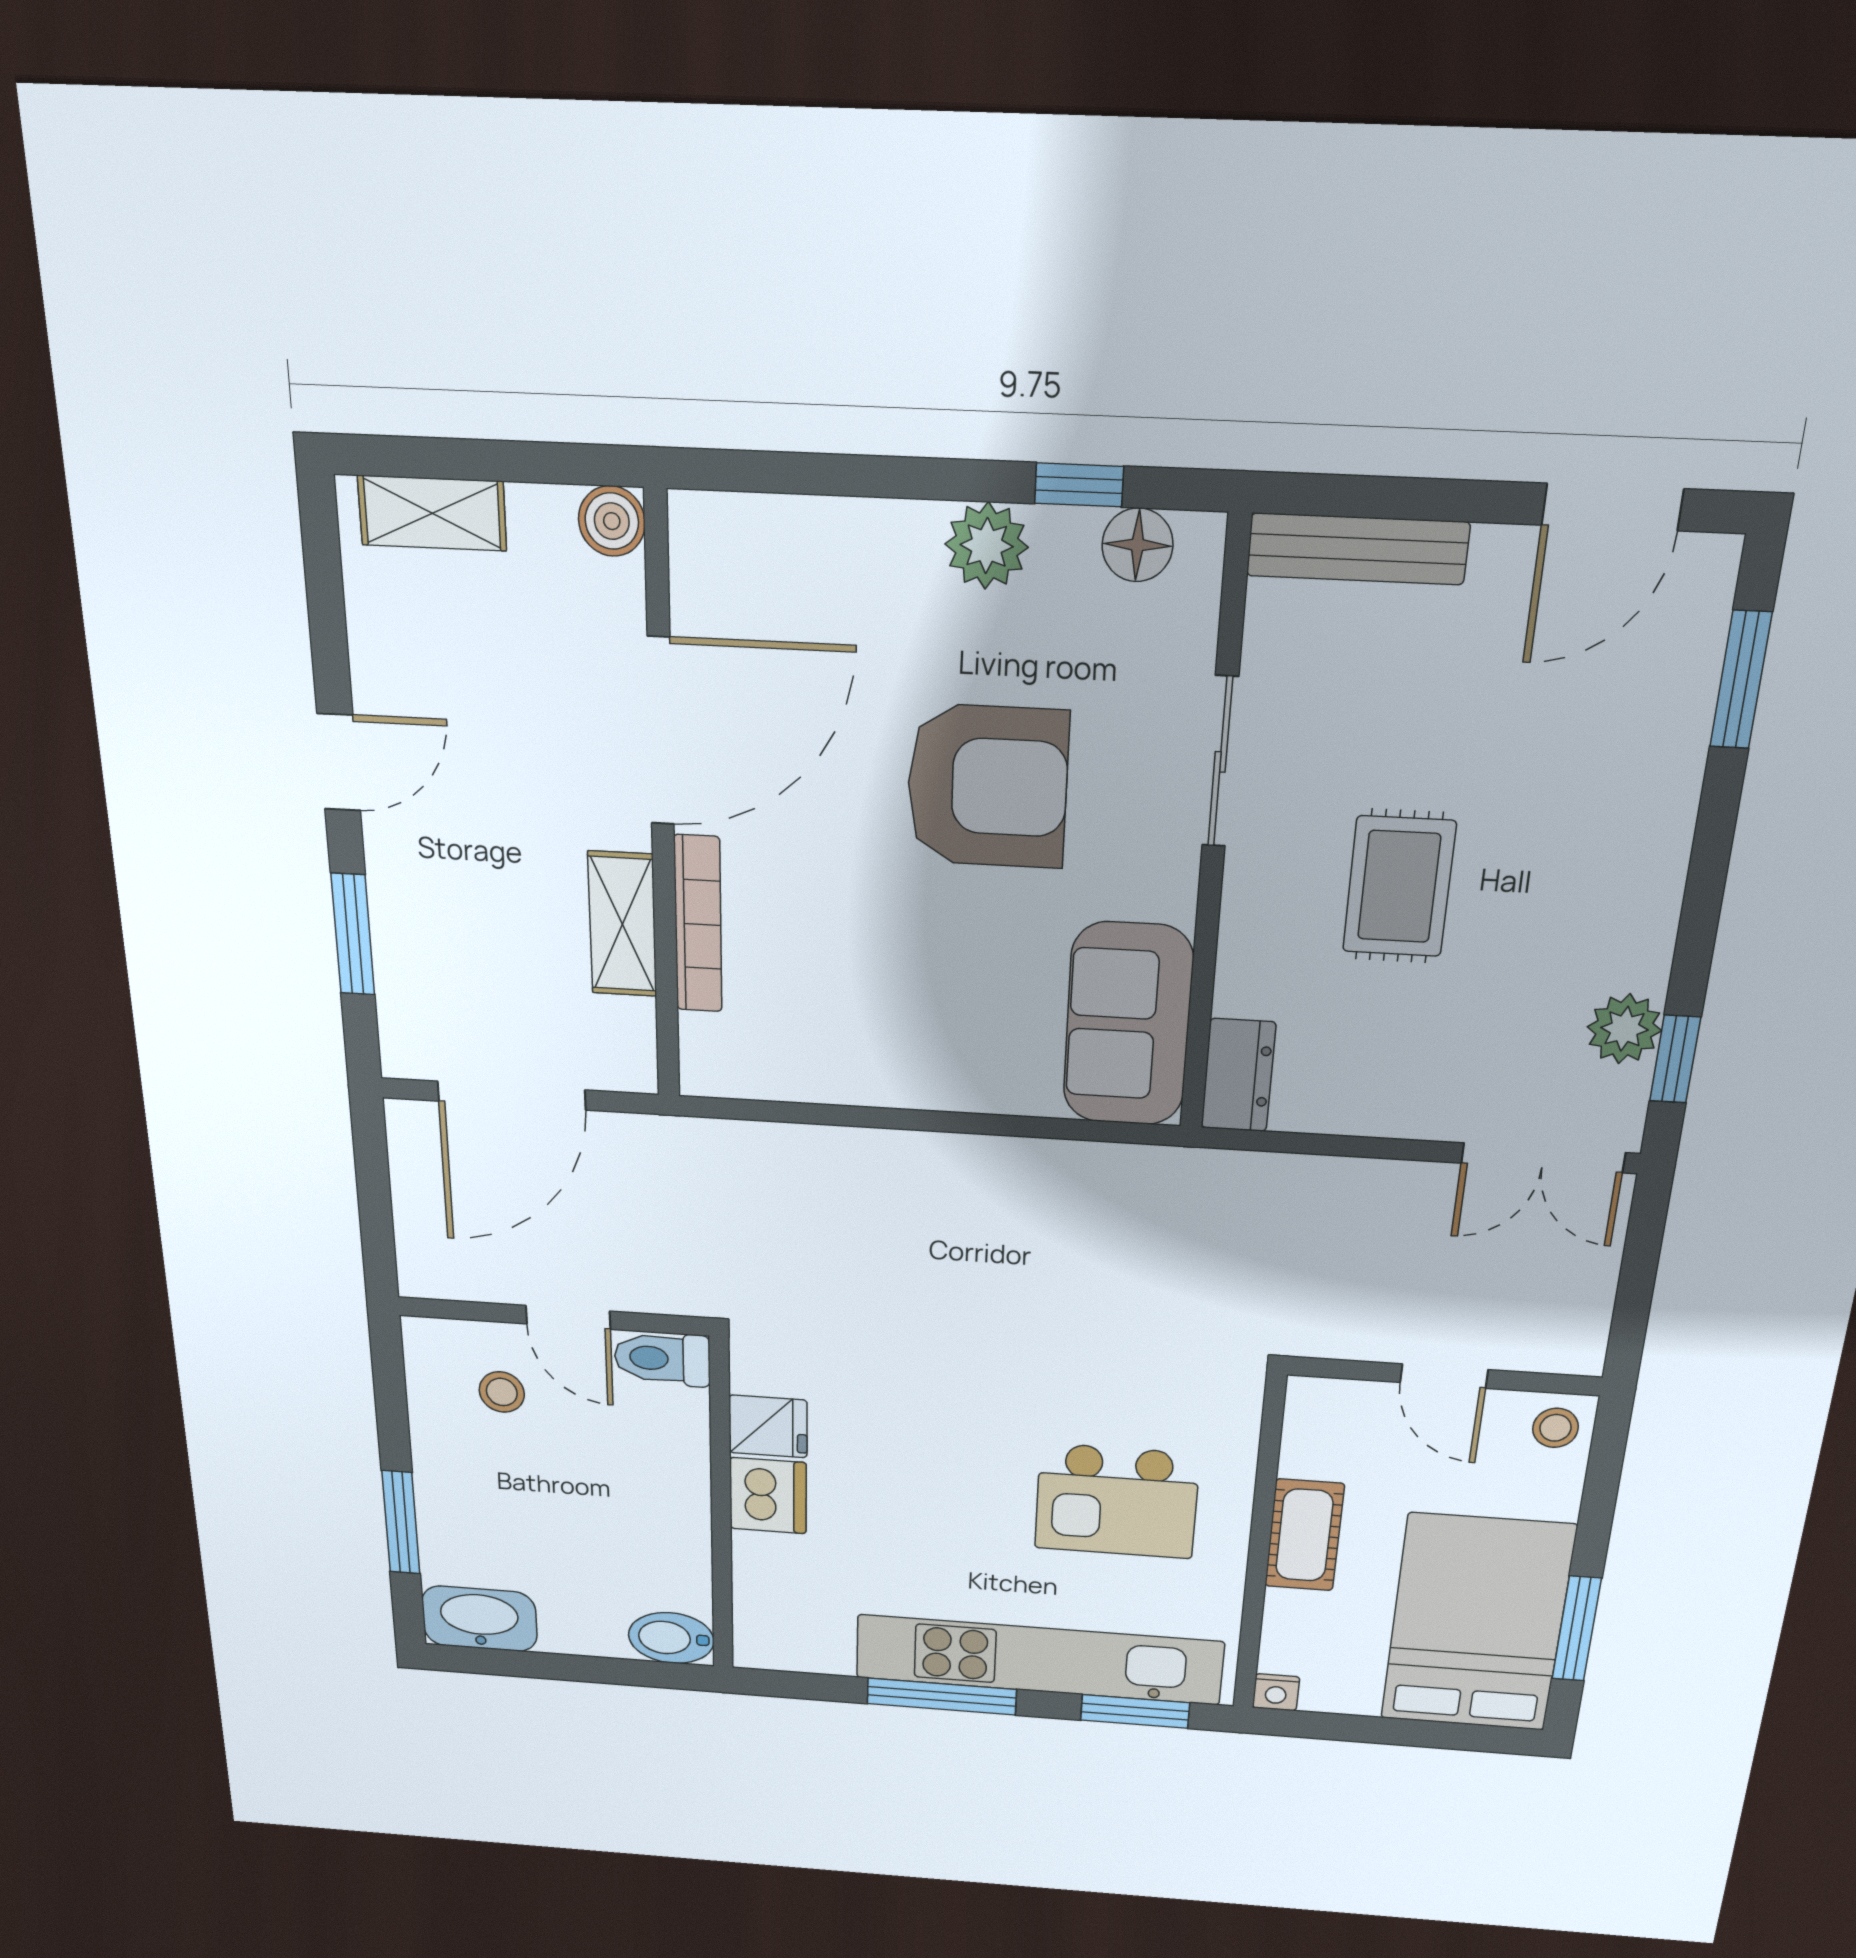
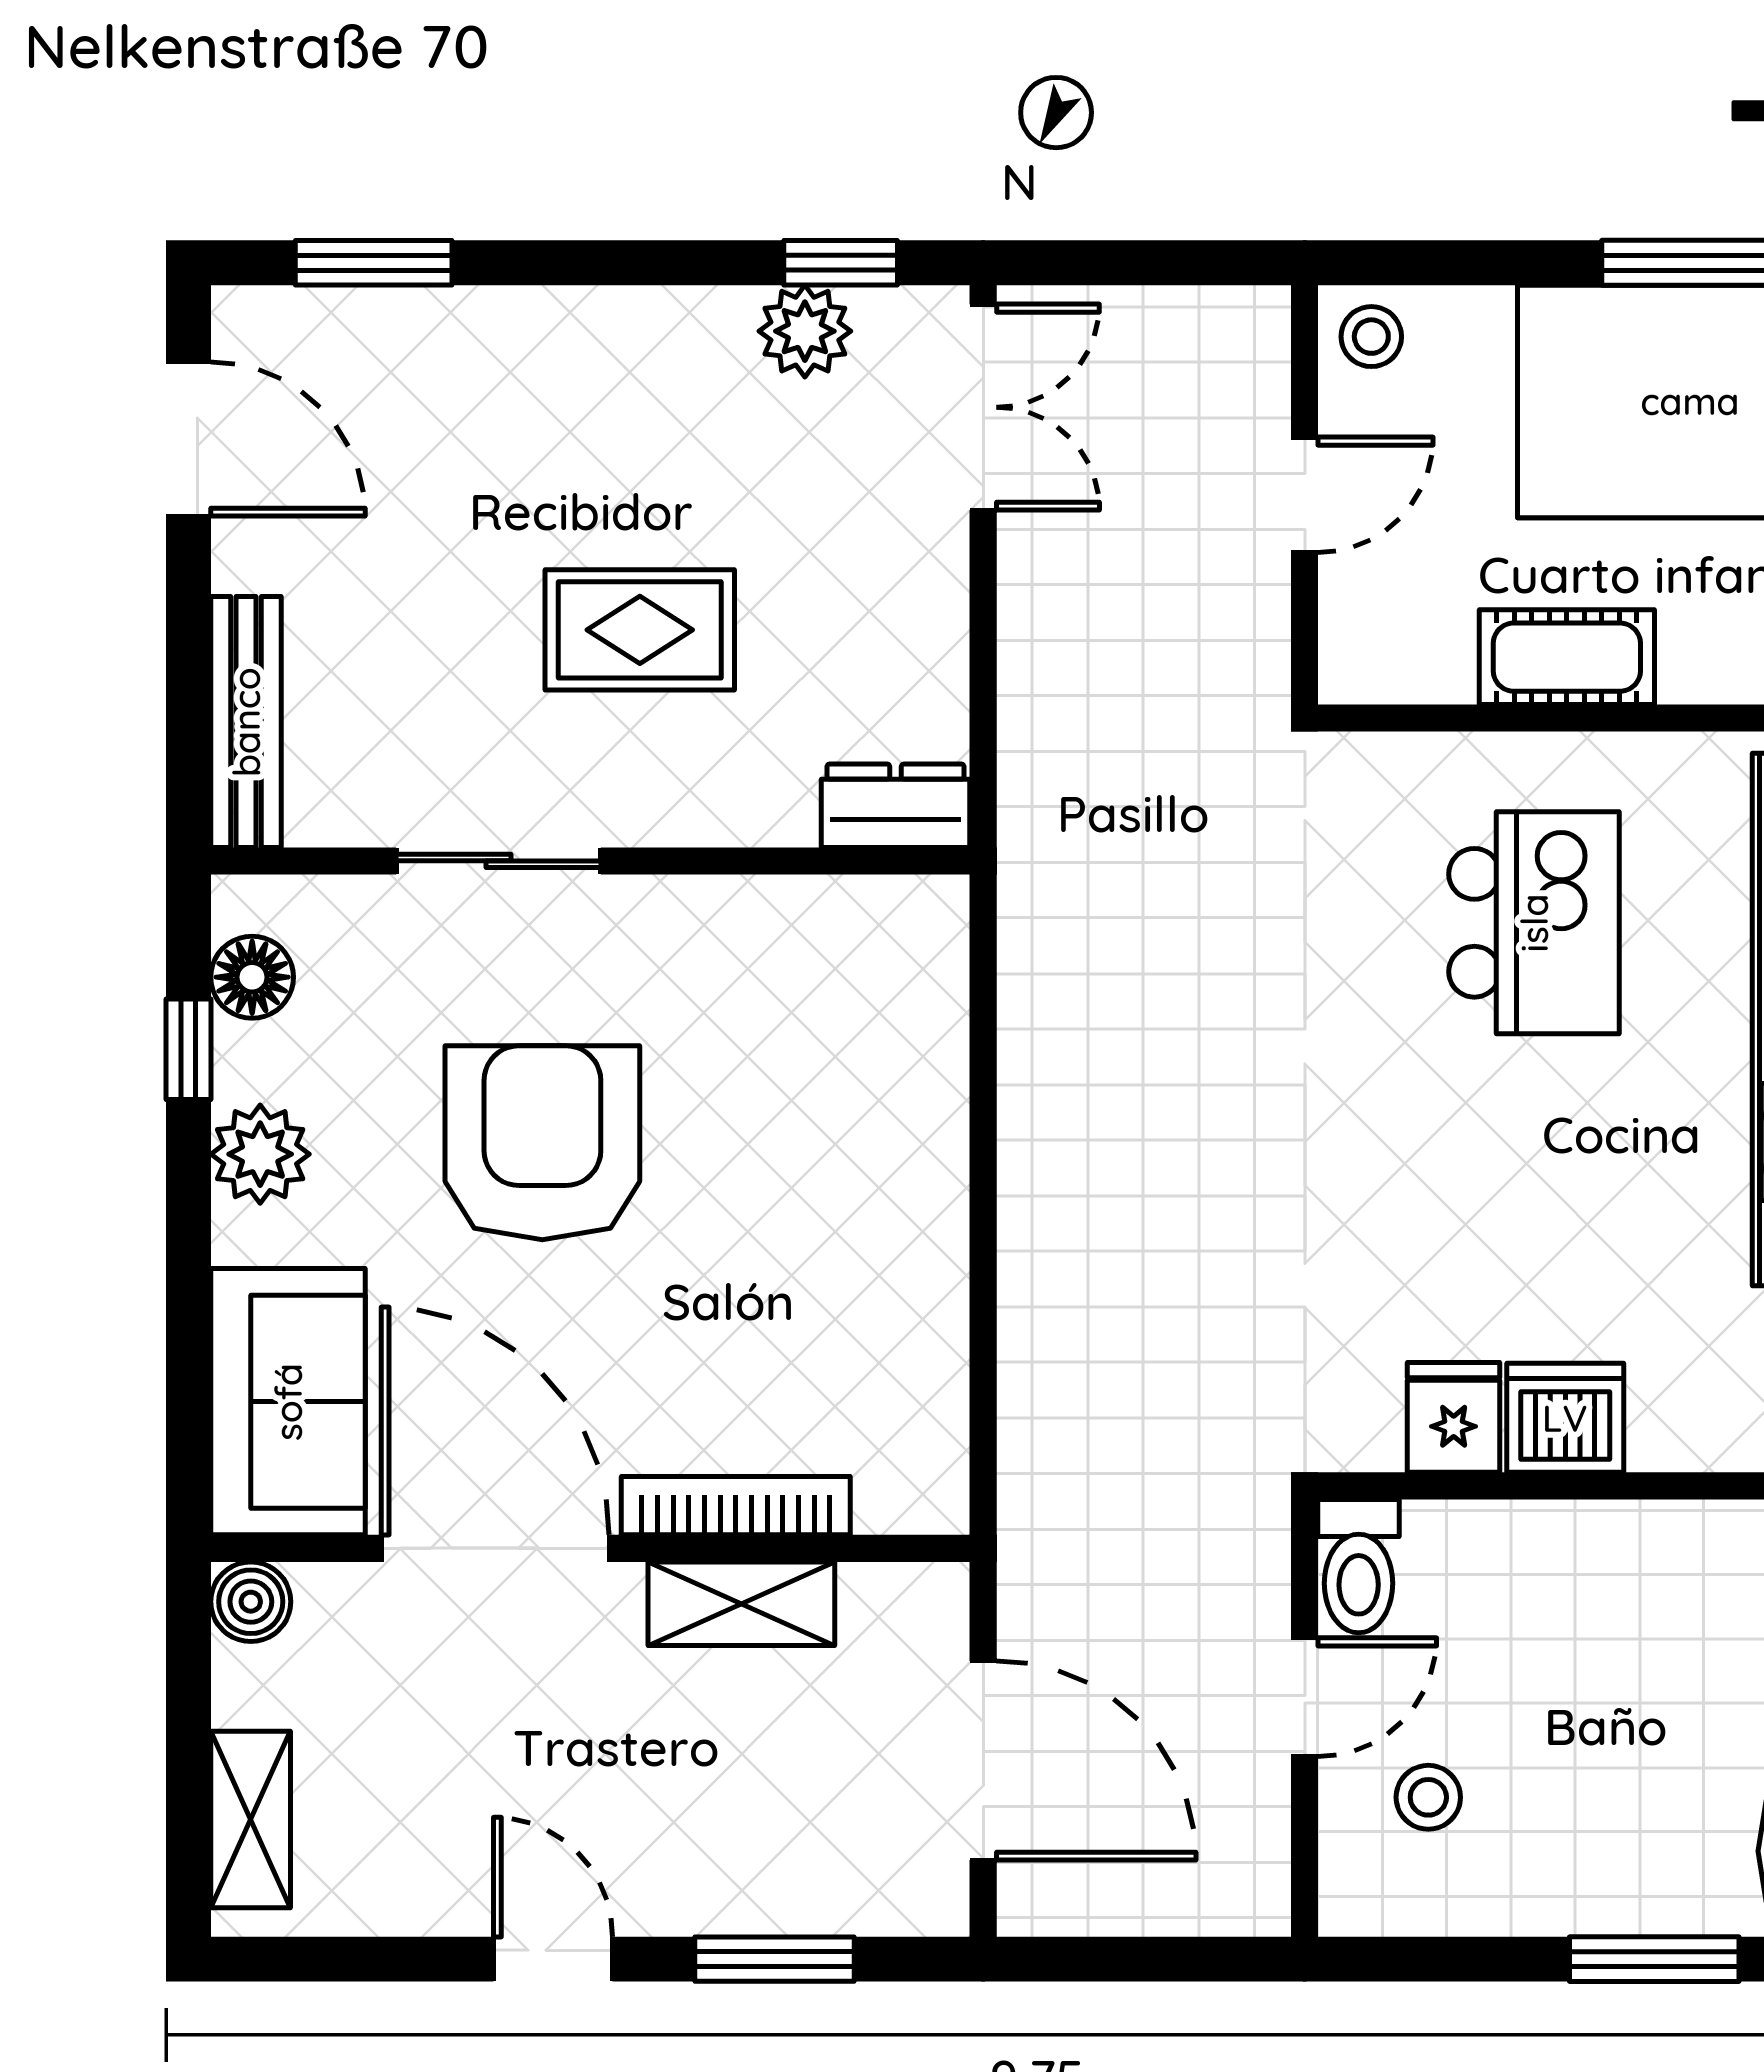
sofa: (1128, 1025) -> (288, 1402), moved, turned -90

